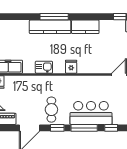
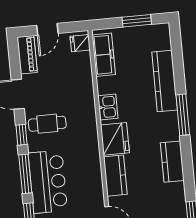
kitchen counter: (50, 27) -> (165, 81), moved
fridge: (71, 67) -> (115, 139), width x1.88, depth x1.34
kitchen counter: (91, 67) -> (115, 176), added

